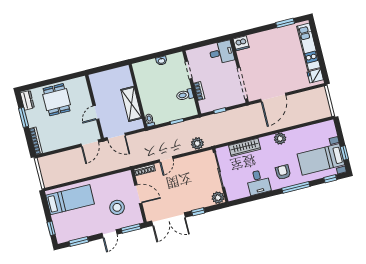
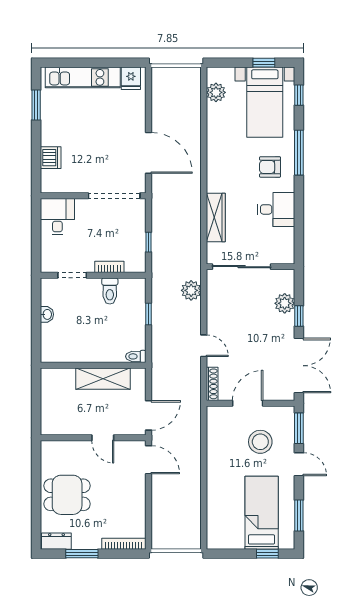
dishwasher: (241, 43) -> (51, 158), moved
plant: (280, 139) -> (216, 92), moved
plant: (218, 198) -> (285, 303), moved
bed: (70, 200) -> (262, 513), moved

